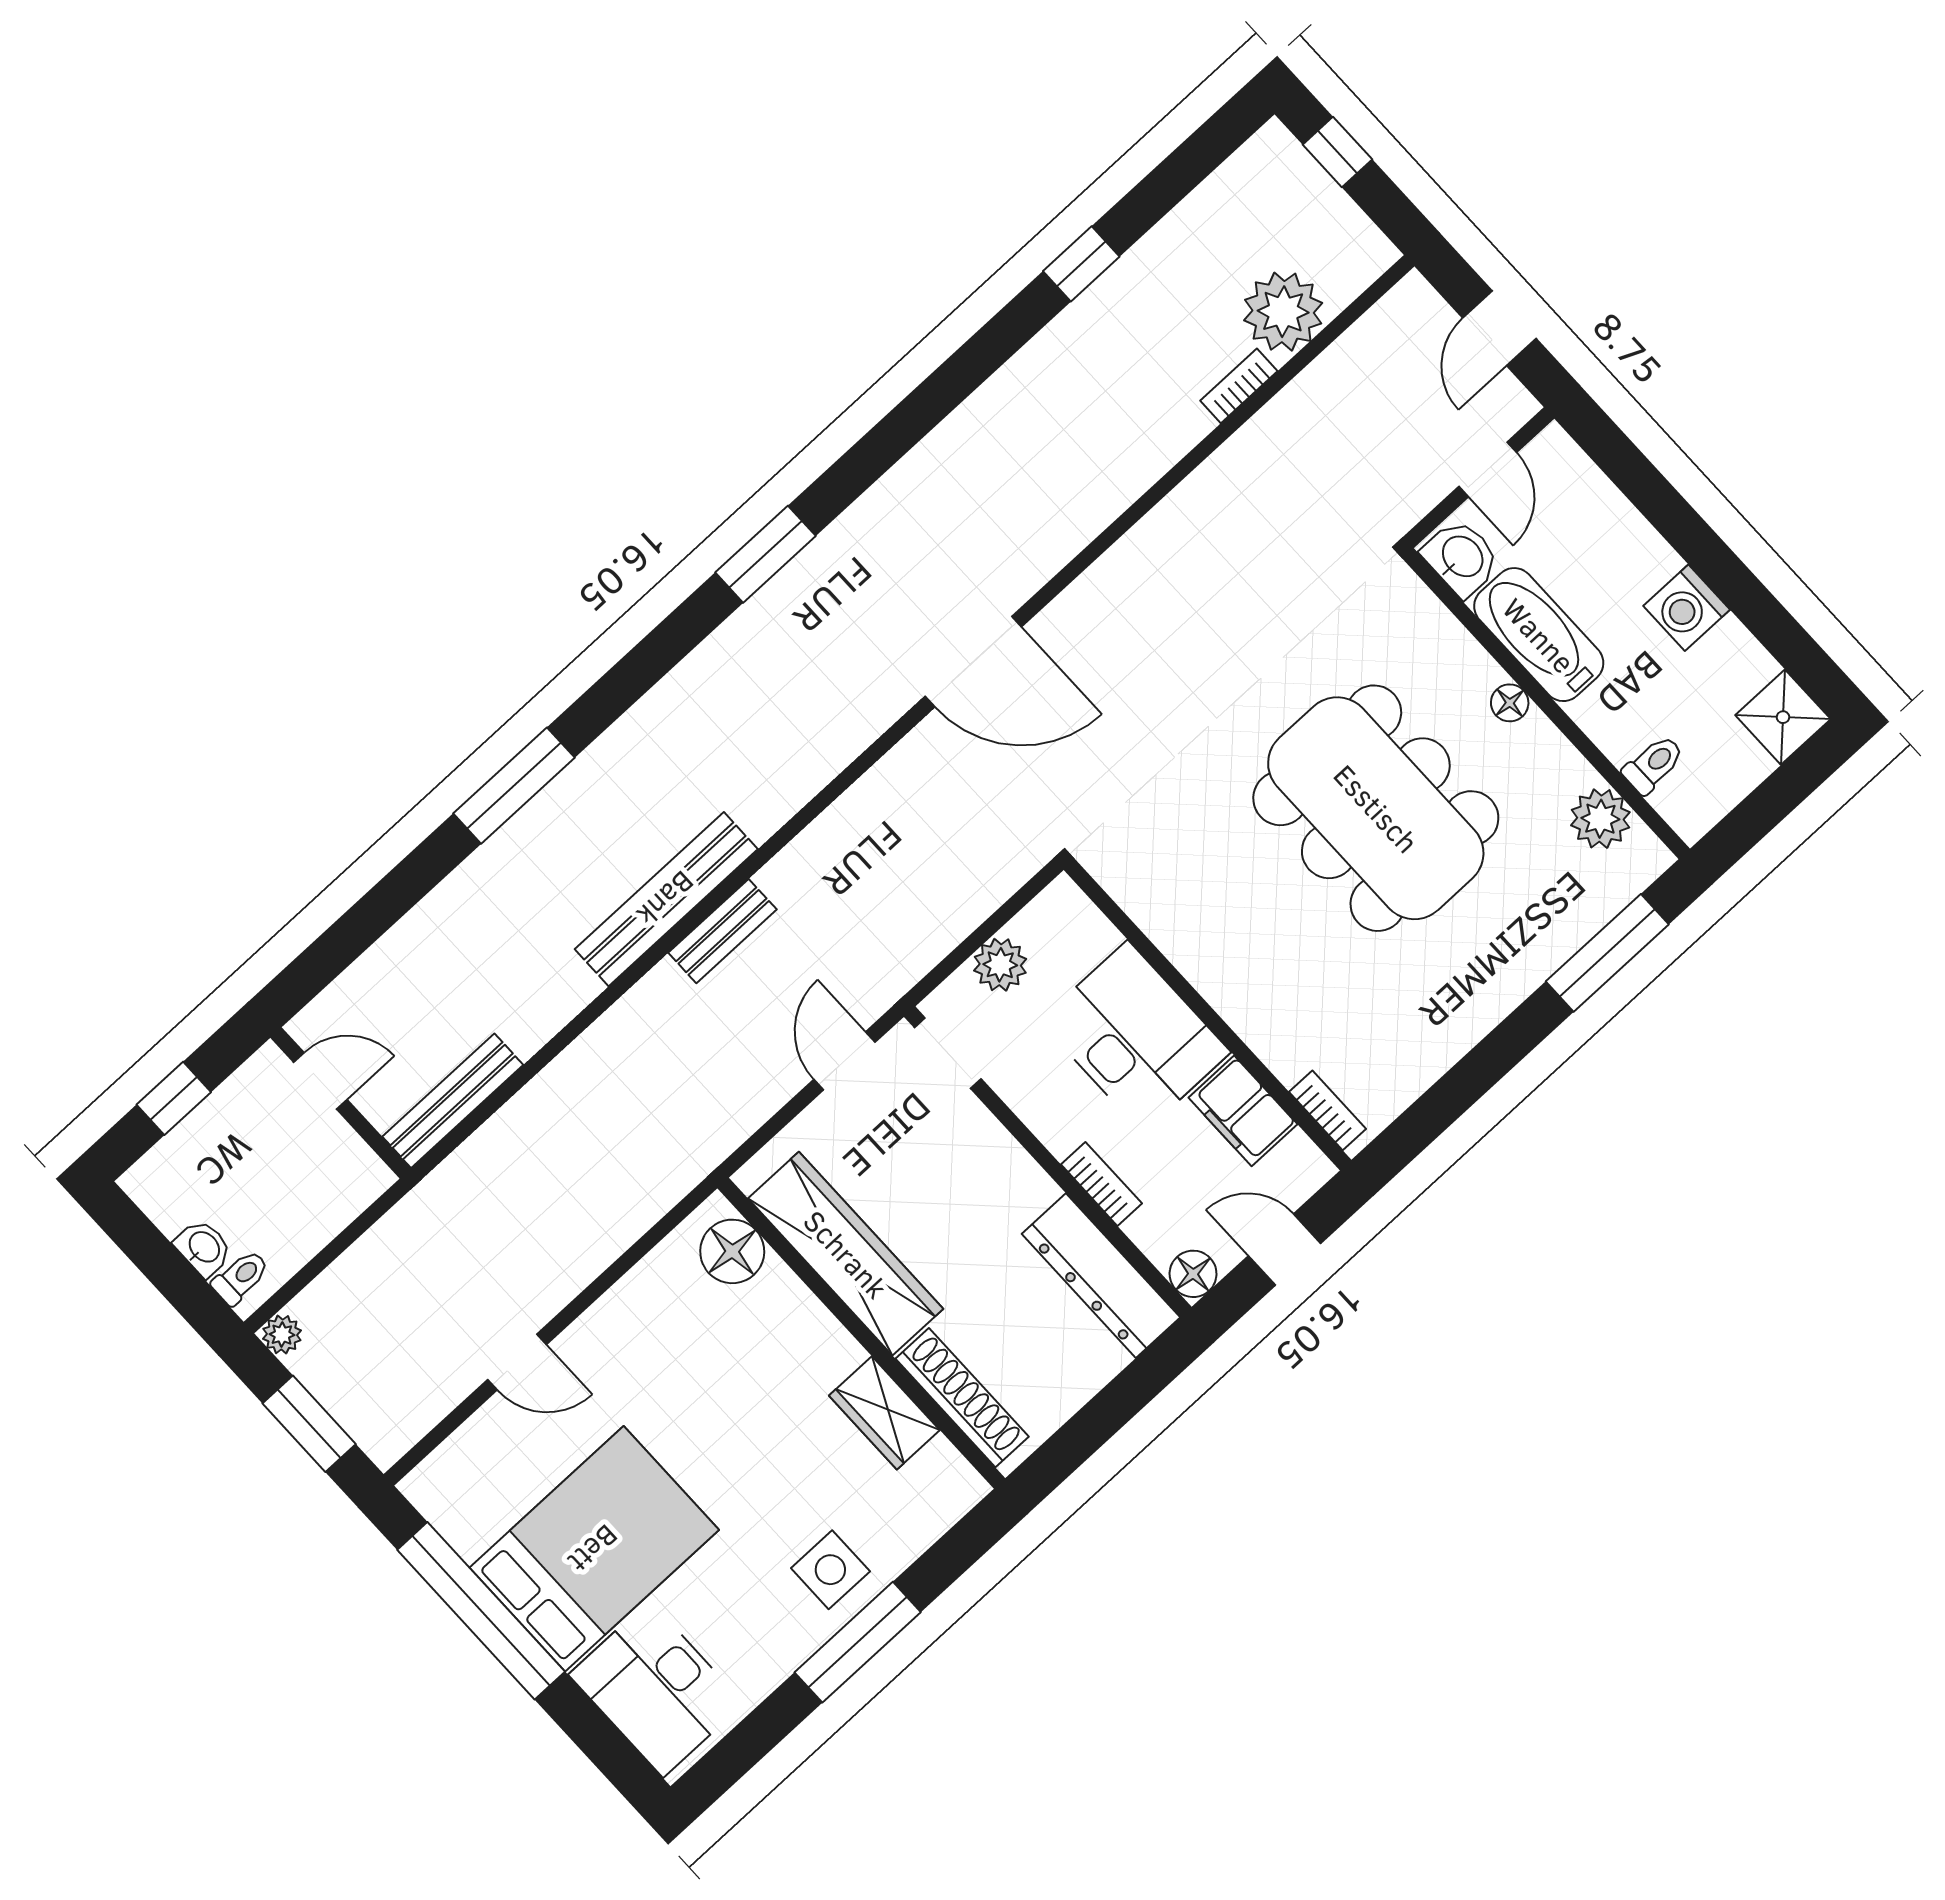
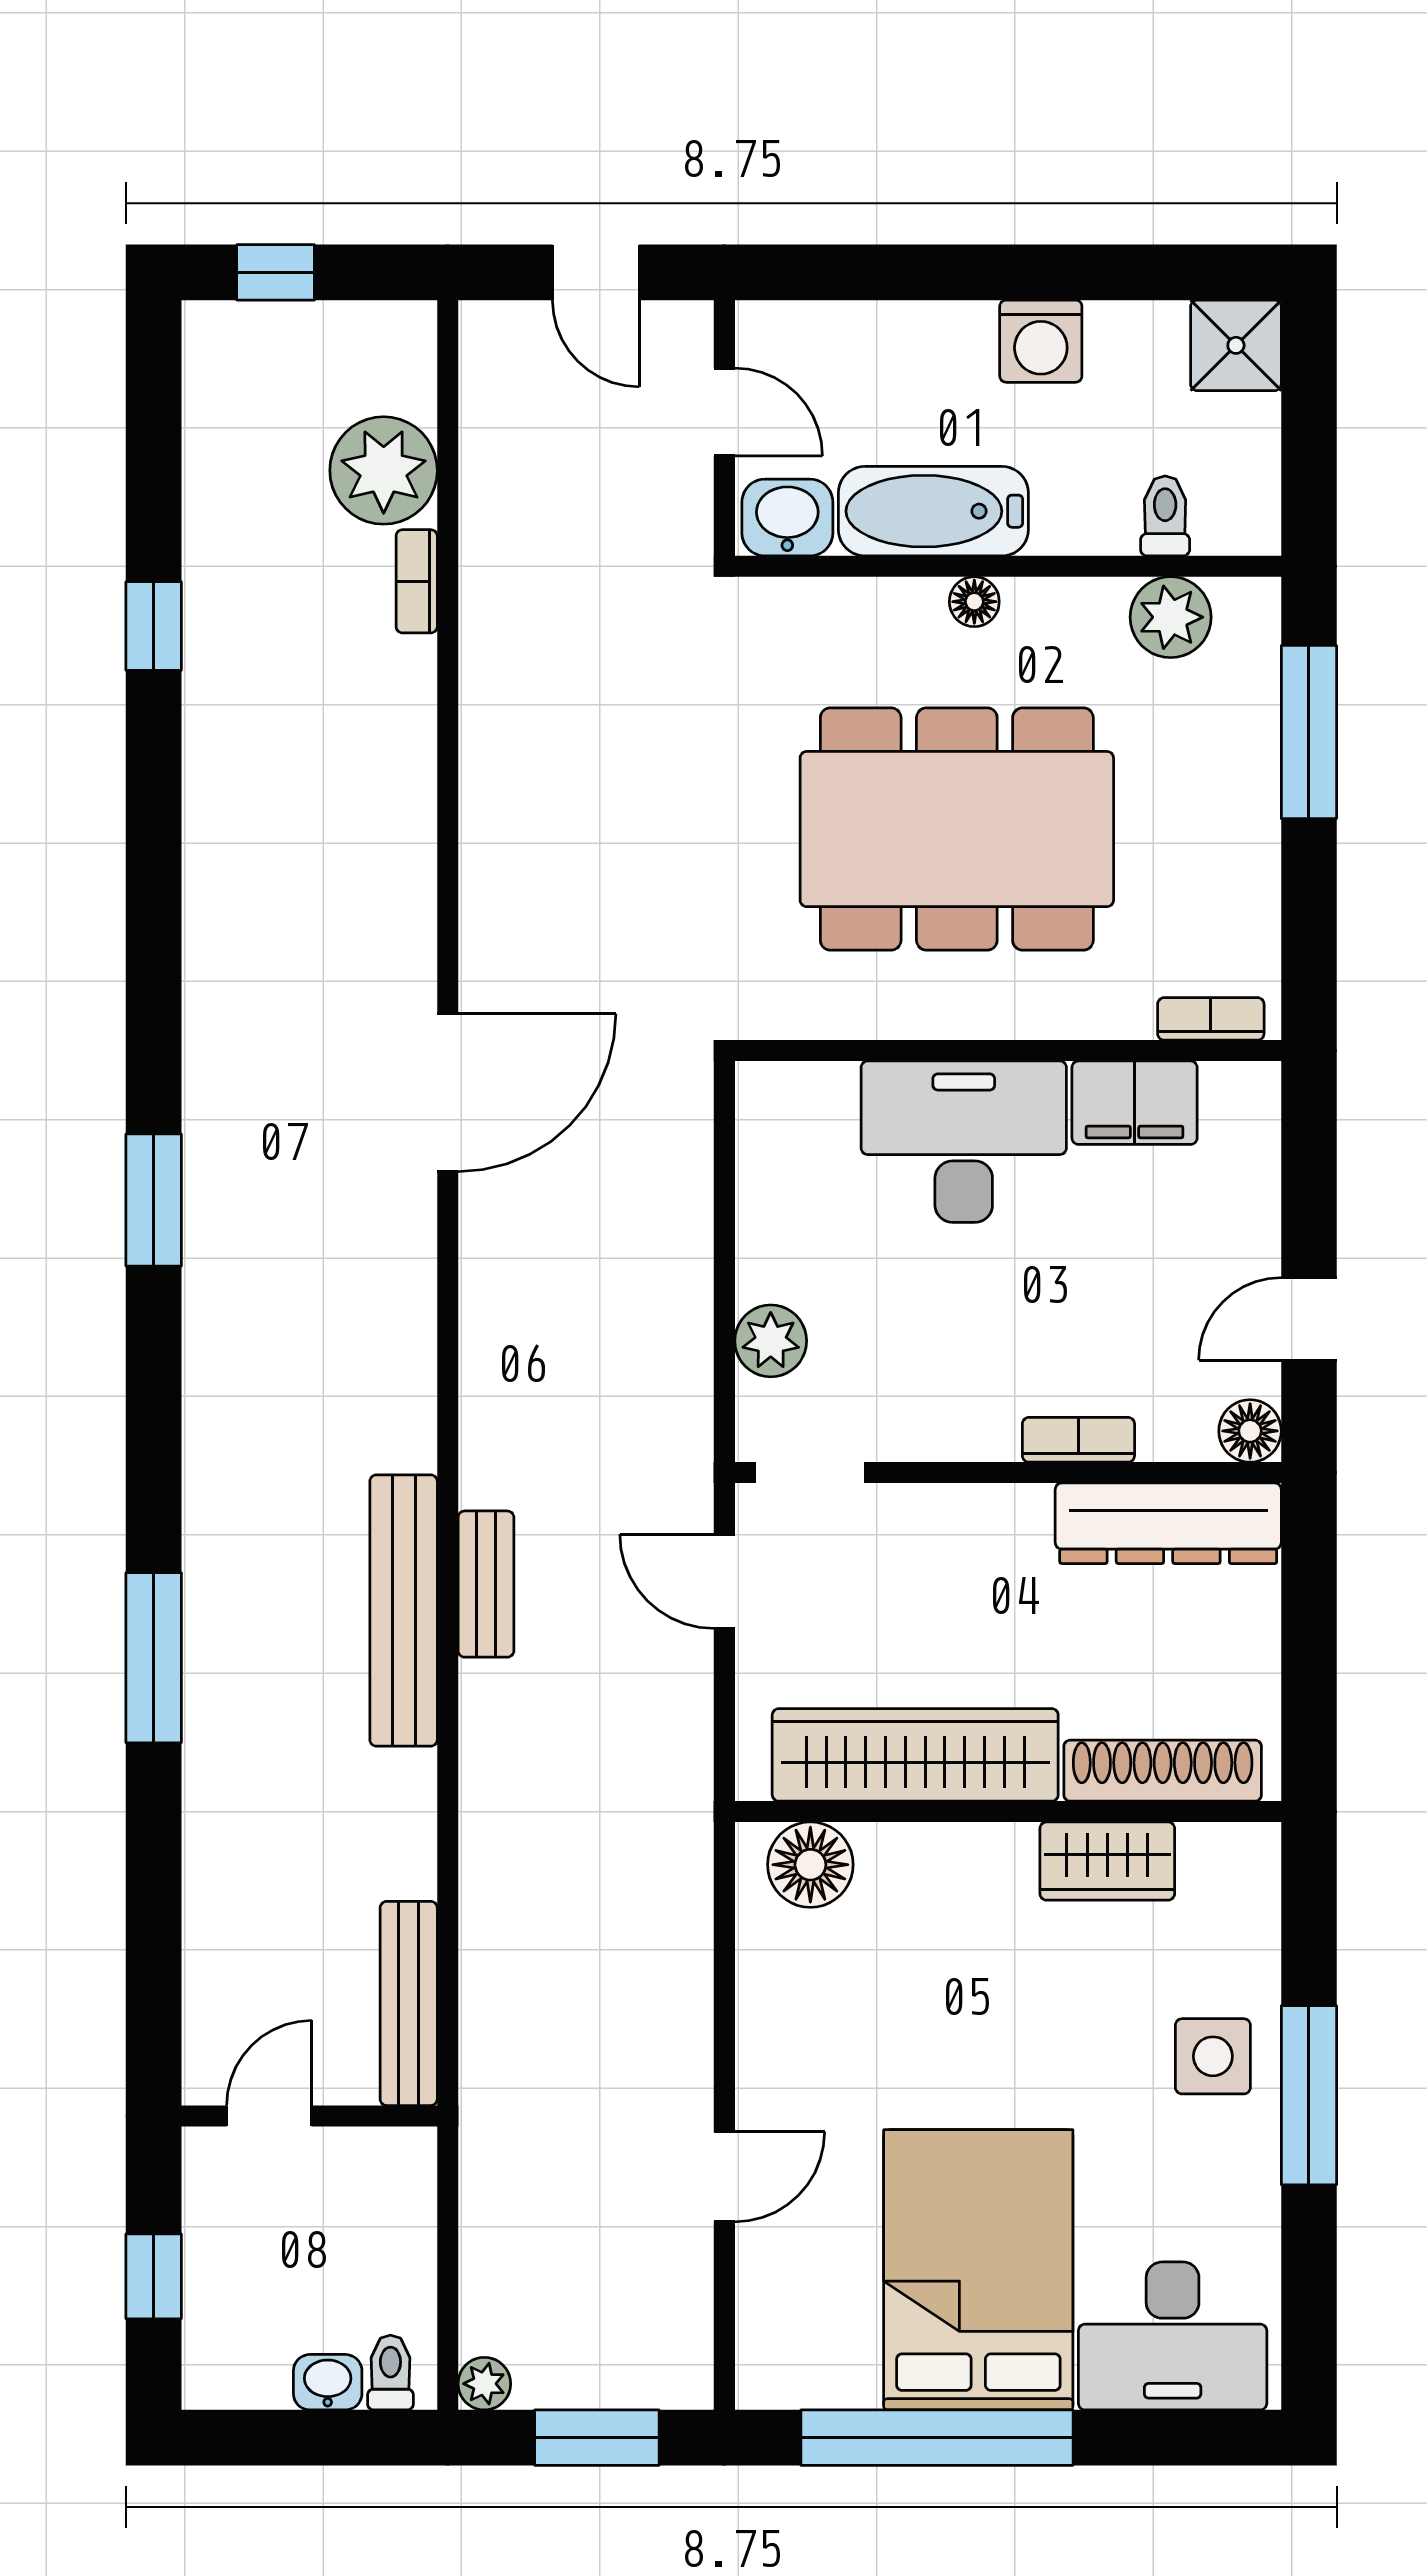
wall: (1208, 1015) -> (1008, 1051), moved
desk: (1135, 1037) -> (964, 1142), moved
bookcase: (1328, 1110) -> (1211, 1019), moved
filing cabinet: (1243, 1111) -> (1135, 1103), moved

